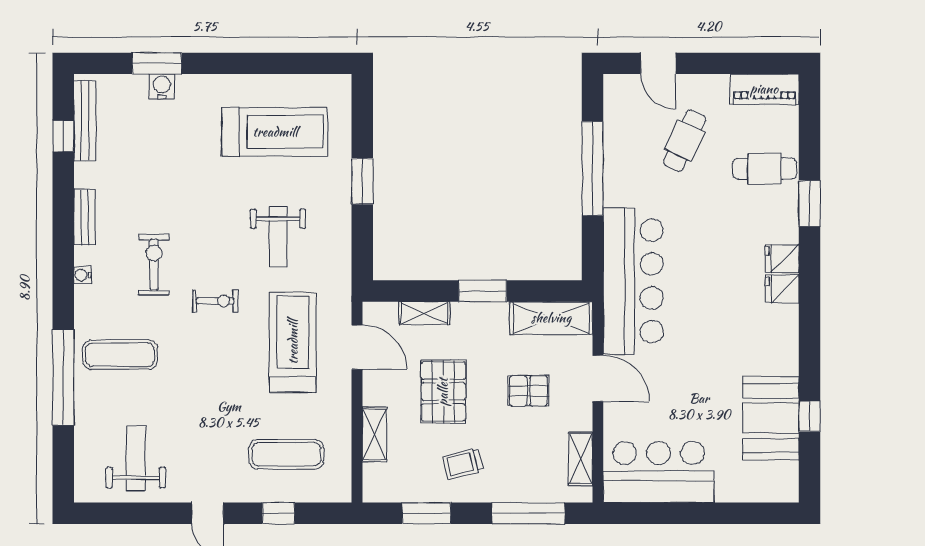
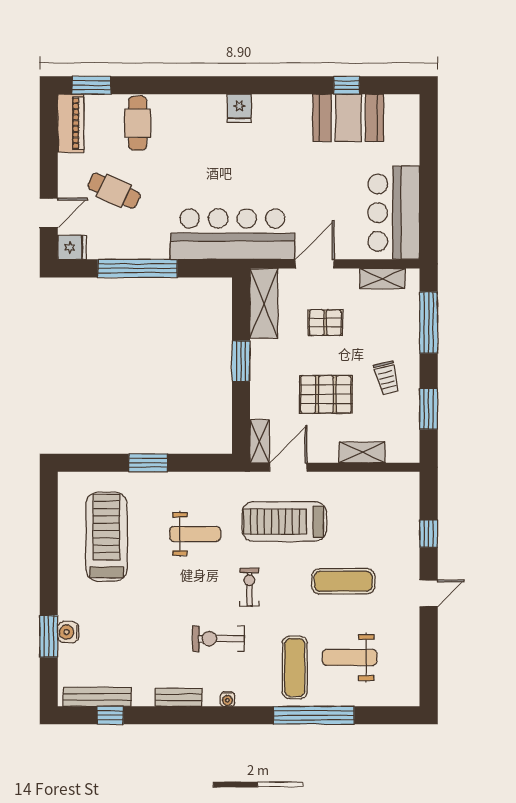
window: (810, 204) -> (91, 85), moved
fridge: (782, 259) -> (72, 247), moved, turned -90
shelving: (424, 313) -> (260, 441), moved
pallet: (528, 391) -> (325, 323), turned 90
exercise mat: (286, 454) -> (343, 581), moved, turned 90
weight bench: (136, 458) -> (350, 658), moved

